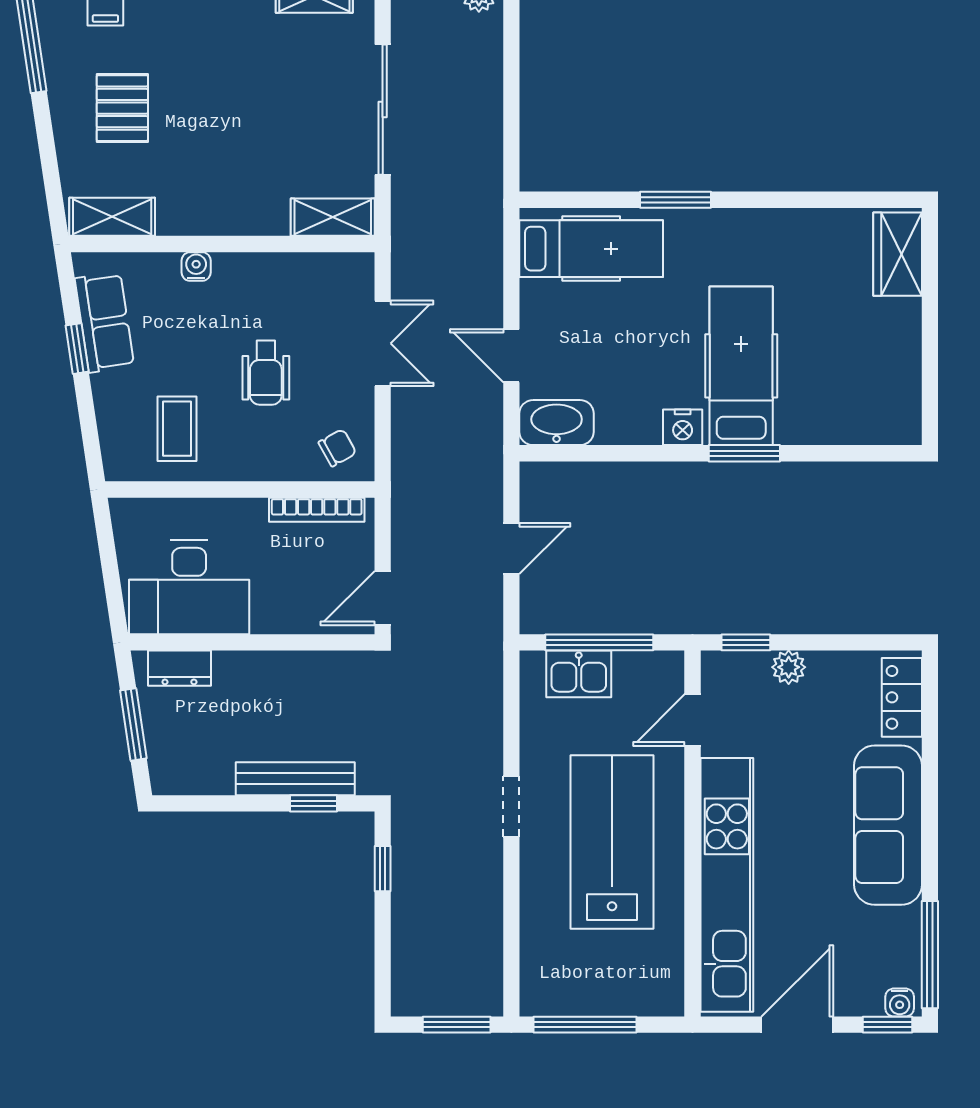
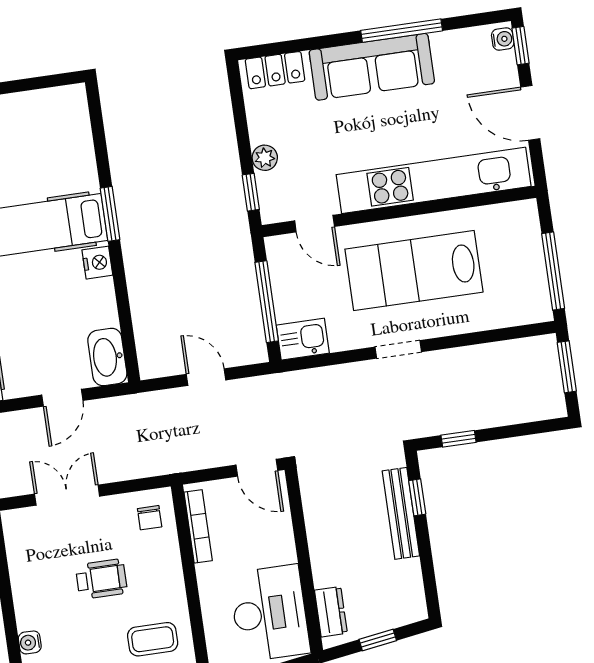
chair: (337, 448) -> (150, 518), turned -151
kitchen sink: (579, 674) -> (303, 339), moved, turned -90
window: (133, 724) -> (378, 640), width x0.67
window: (930, 955) -> (402, 31), moved

